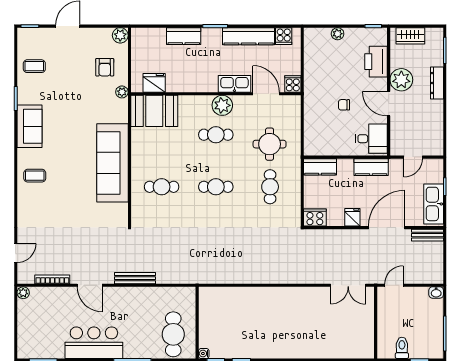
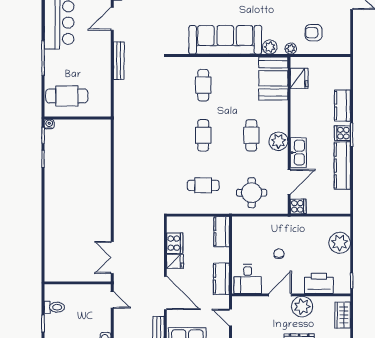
plant: (338, 34) -> (340, 243), width x1.87, depth x1.87
plant: (120, 35) -> (270, 47), moved
cooker: (284, 36) -> (342, 133), moved
round table: (270, 144) -> (252, 193), moved
cooker: (315, 218) -> (175, 243), moved

